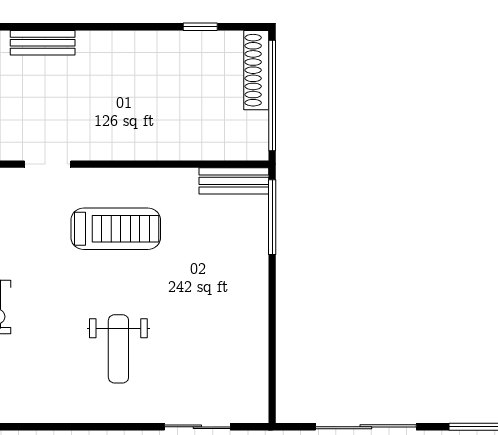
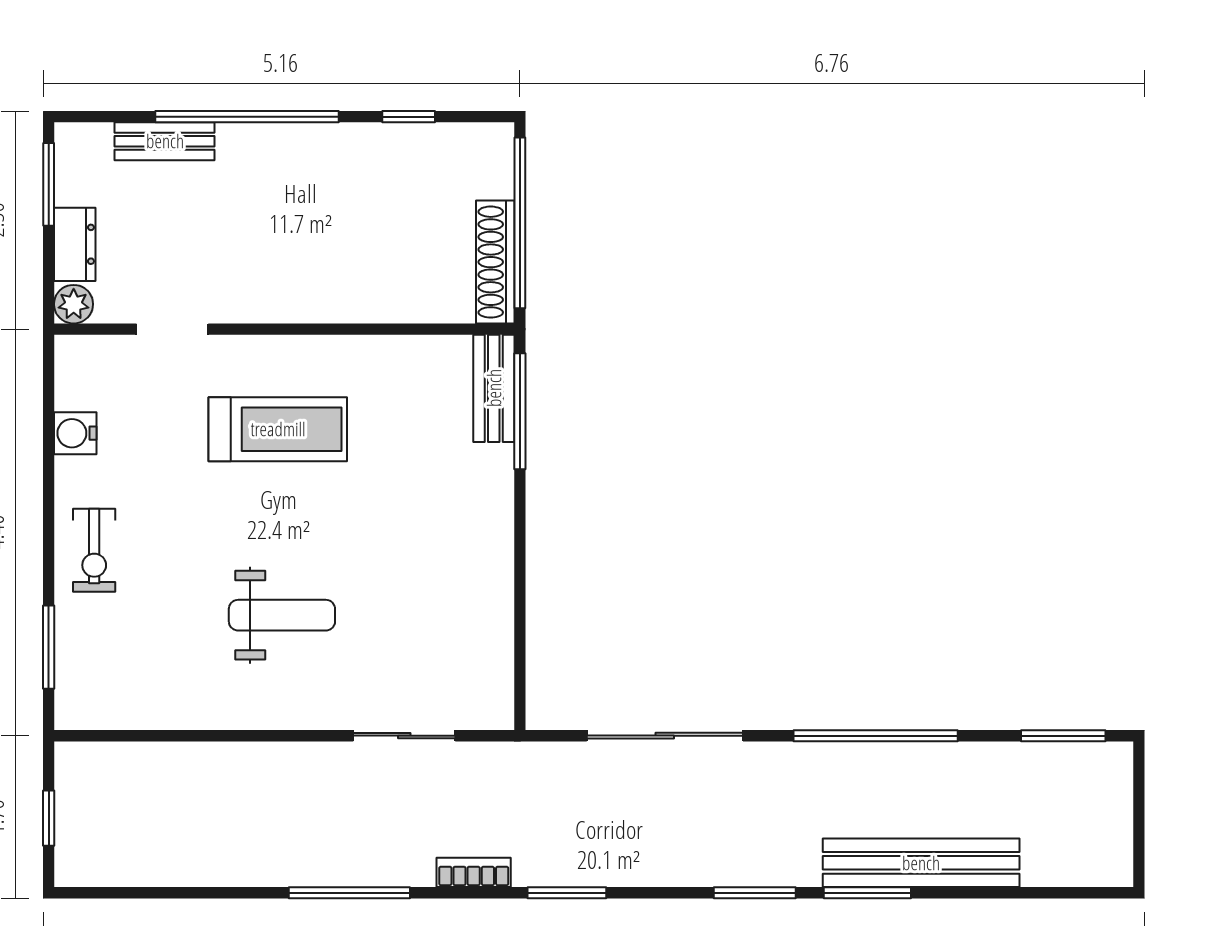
window: (96, 27) -> (247, 117), added
shoe rack: (256, 70) -> (495, 262), moved
bench: (234, 181) -> (494, 388), moved, turned 90
weight bench: (118, 349) -> (282, 615), turned -90

